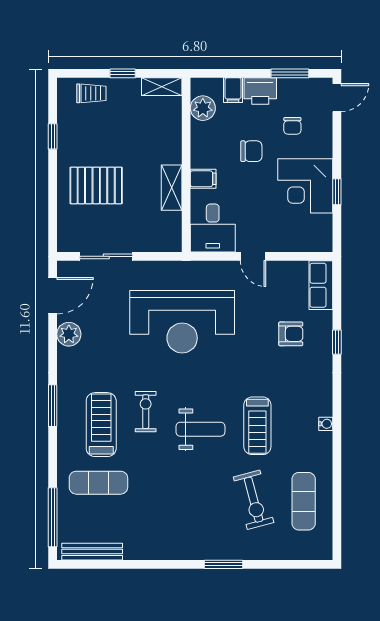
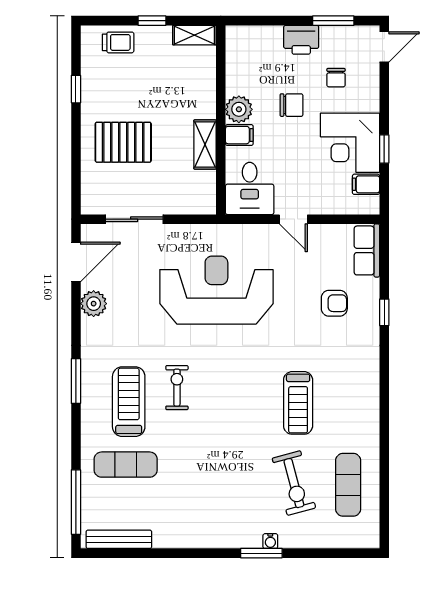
filing cabinet: (233, 90) -> (366, 184), moved, turned 90
plant: (203, 108) -> (239, 109), moved
reception desk: (182, 322) -> (216, 290), turned 180
water cooler: (326, 424) -> (270, 541), moved, turned 90
weight bench: (200, 429) -> (236, 407), removed

